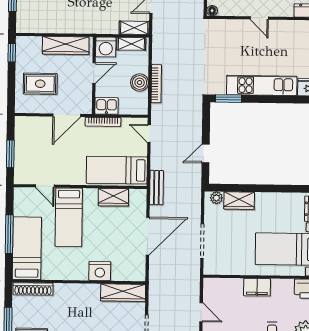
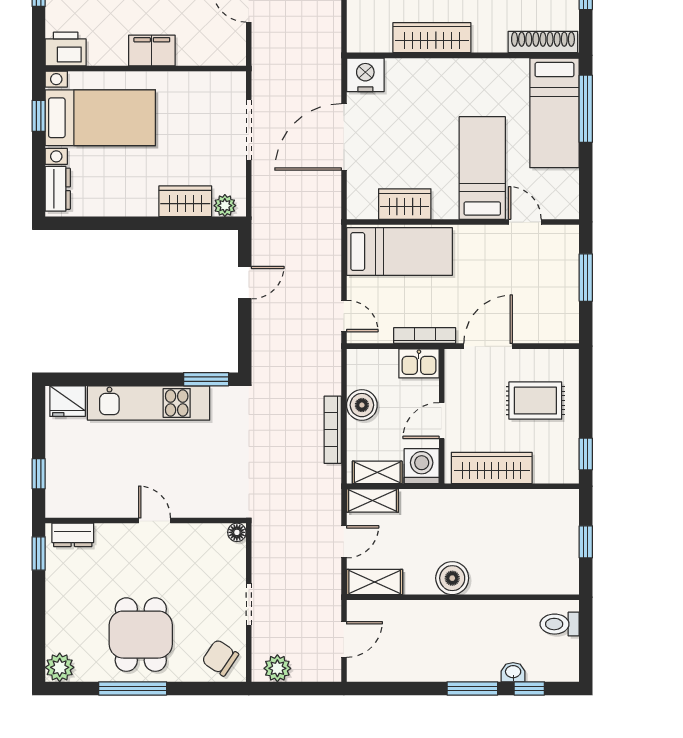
bookcase: (156, 84) -> (333, 430), moved
bench: (156, 188) -> (330, 222), removed
window: (9, 234) -> (586, 109), moved
nightstand: (100, 271) -> (365, 75), moved
wardrobe: (123, 293) -> (432, 38), moved

